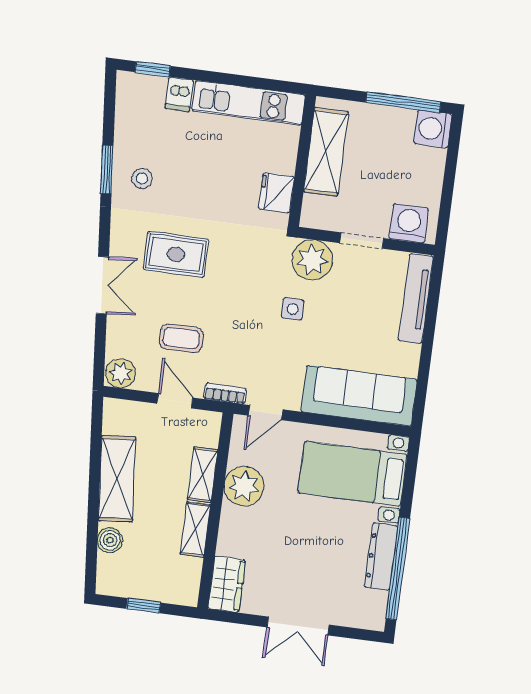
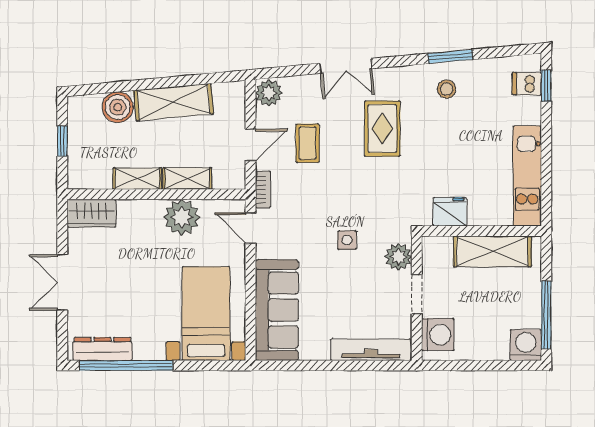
dishwasher: (179, 94) -> (527, 84), moved
plant: (312, 260) -> (398, 257), width x0.73, depth x0.73
boiler: (110, 540) -> (118, 107), width x1.36, depth x1.36
dresser: (381, 557) -> (102, 349), moved

